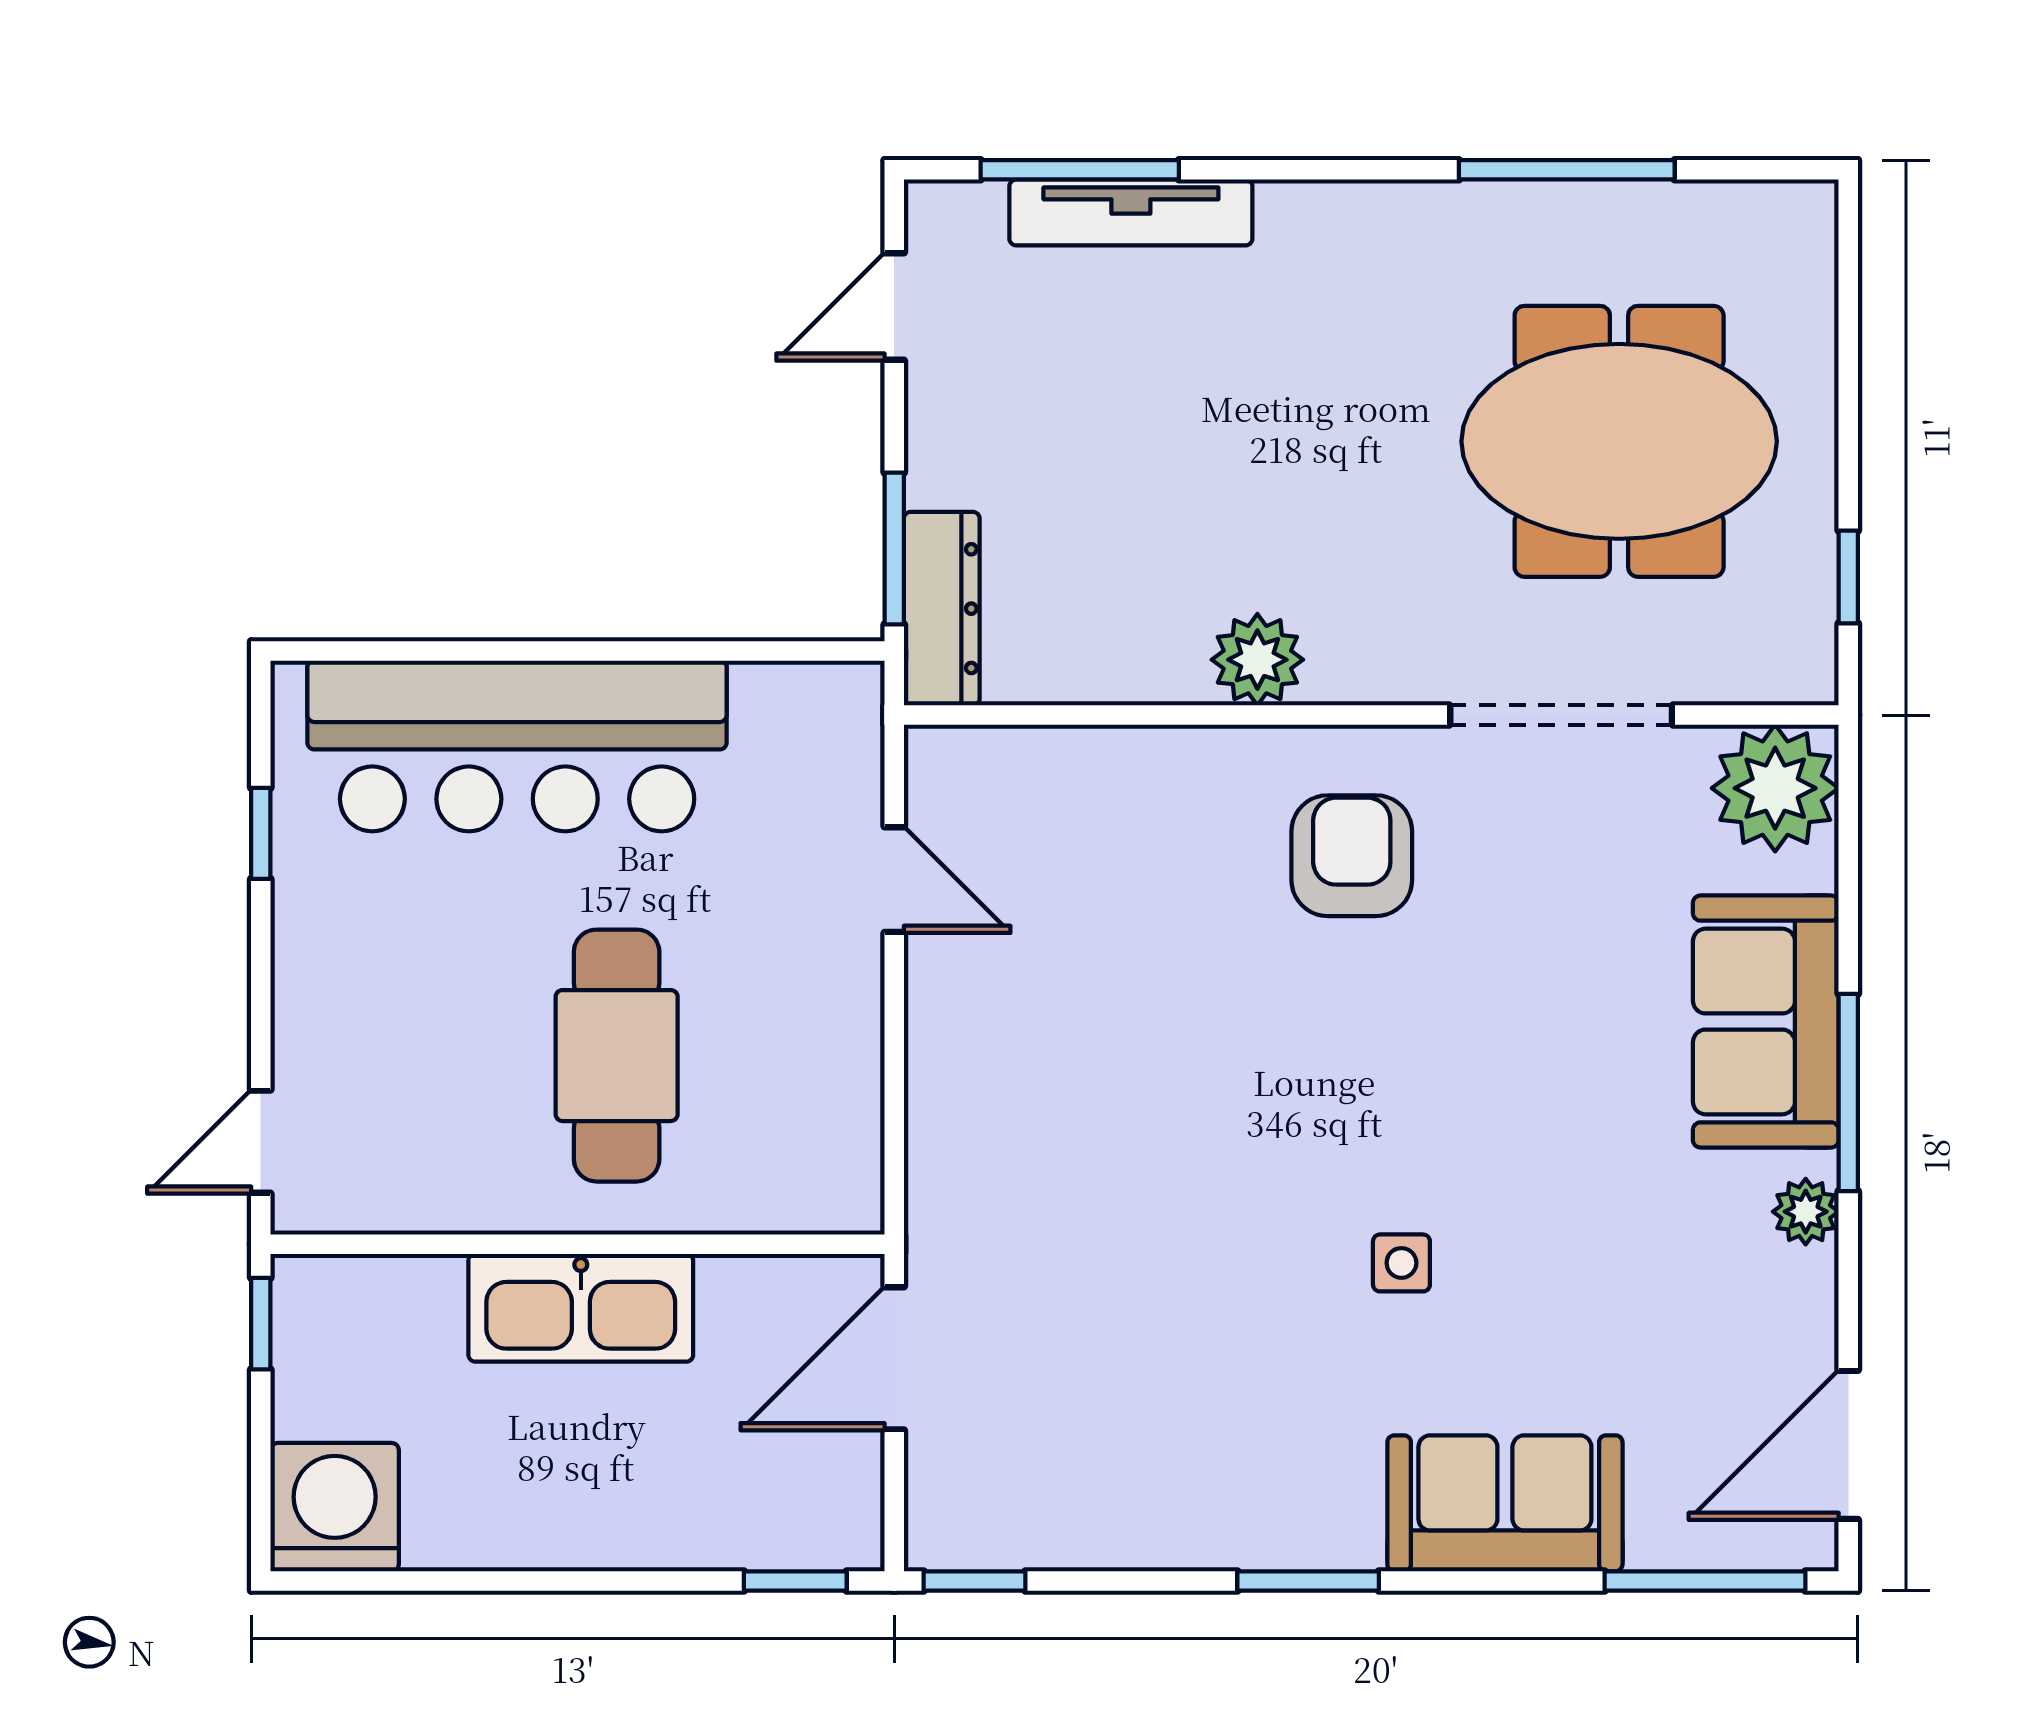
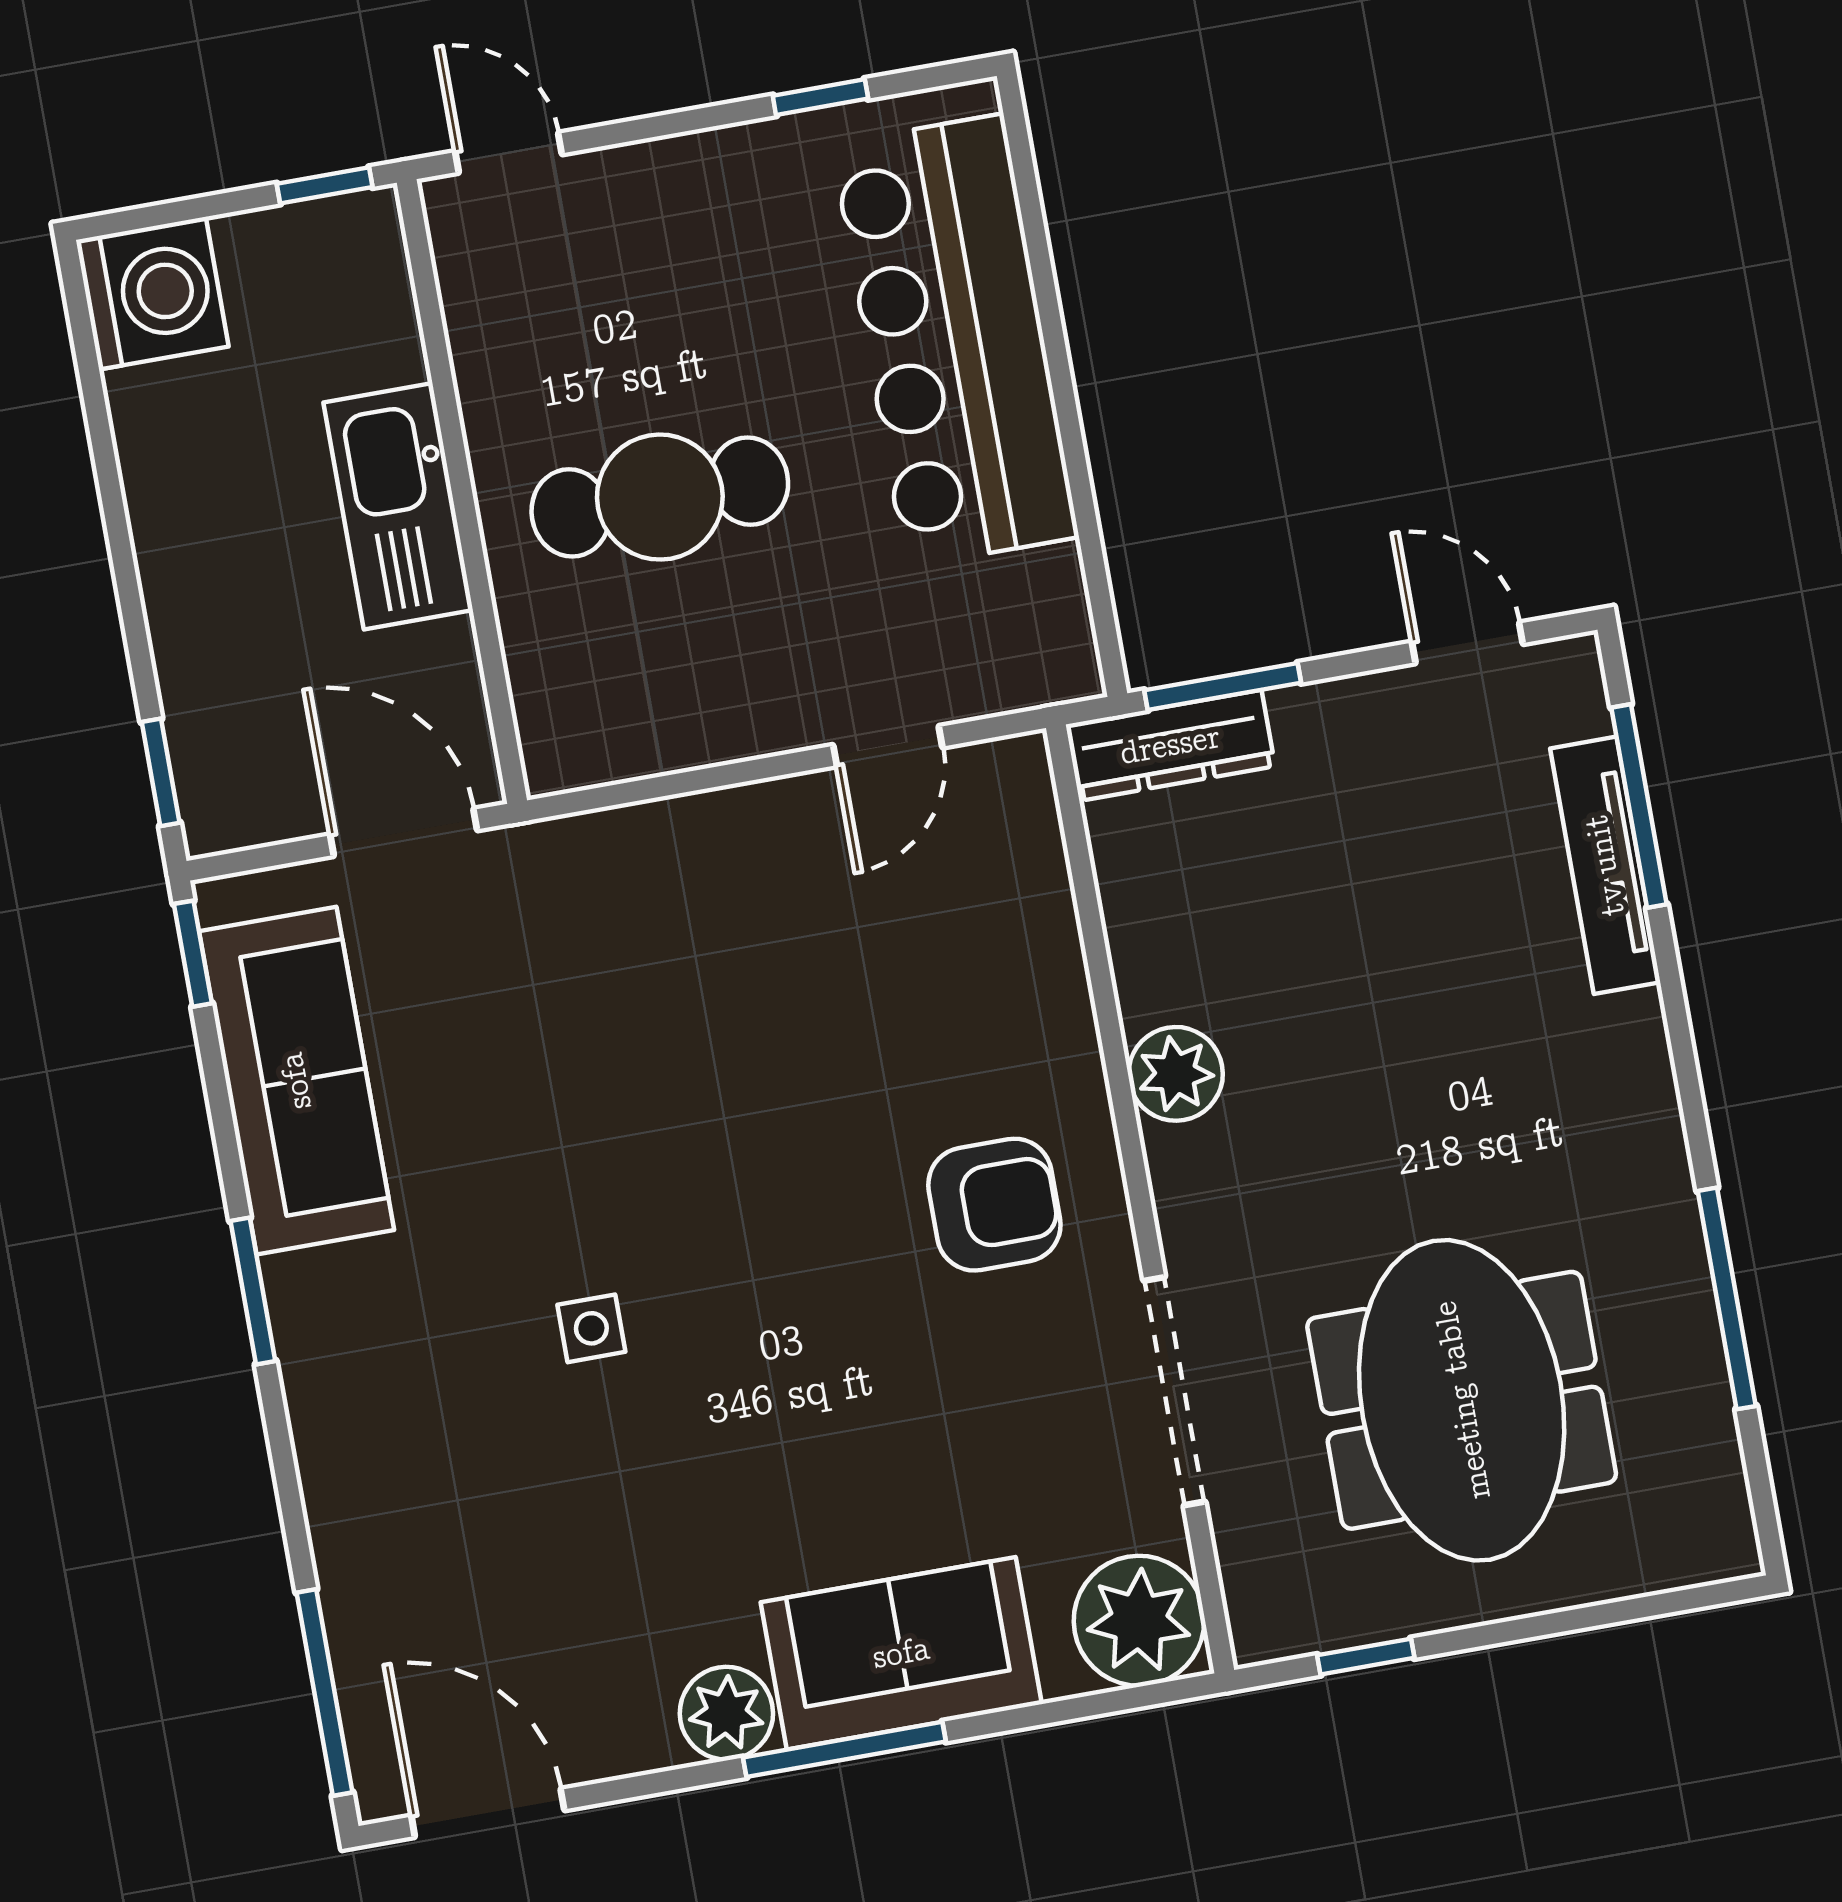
plant: (1806, 1212) -> (726, 1713), width x1.38, depth x1.38
sofa: (1505, 1503) -> (296, 1081), moved, width x1.36

